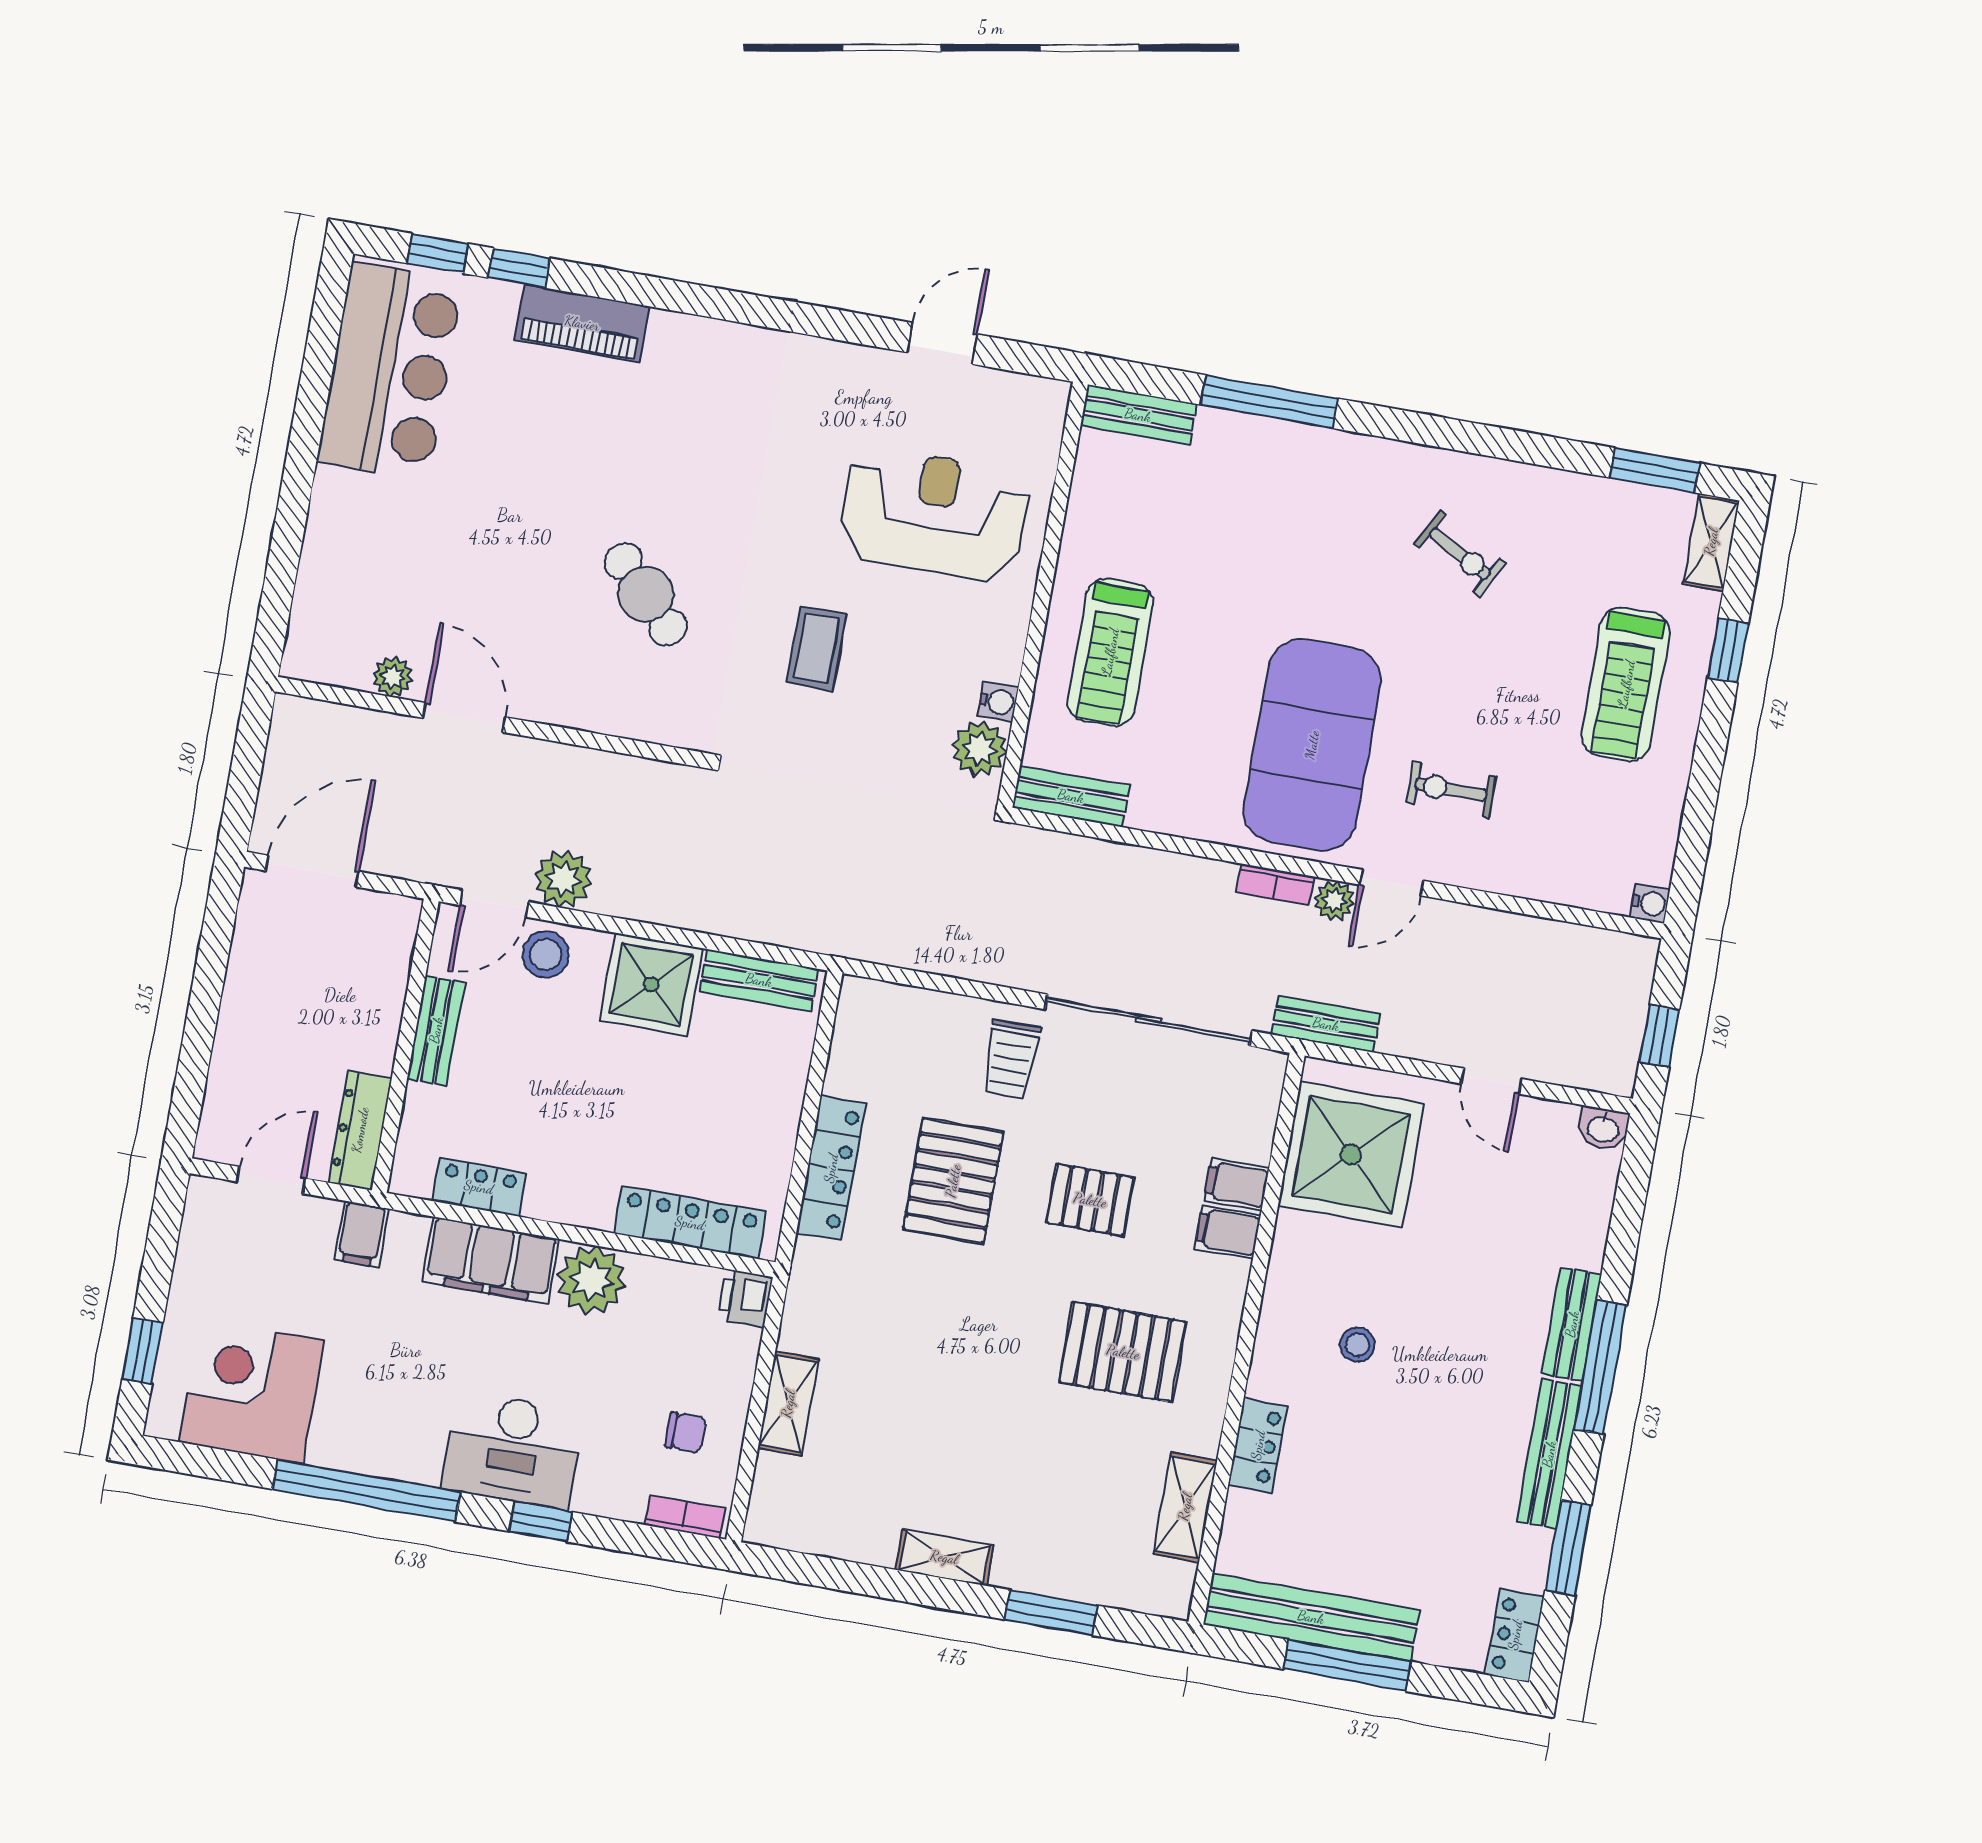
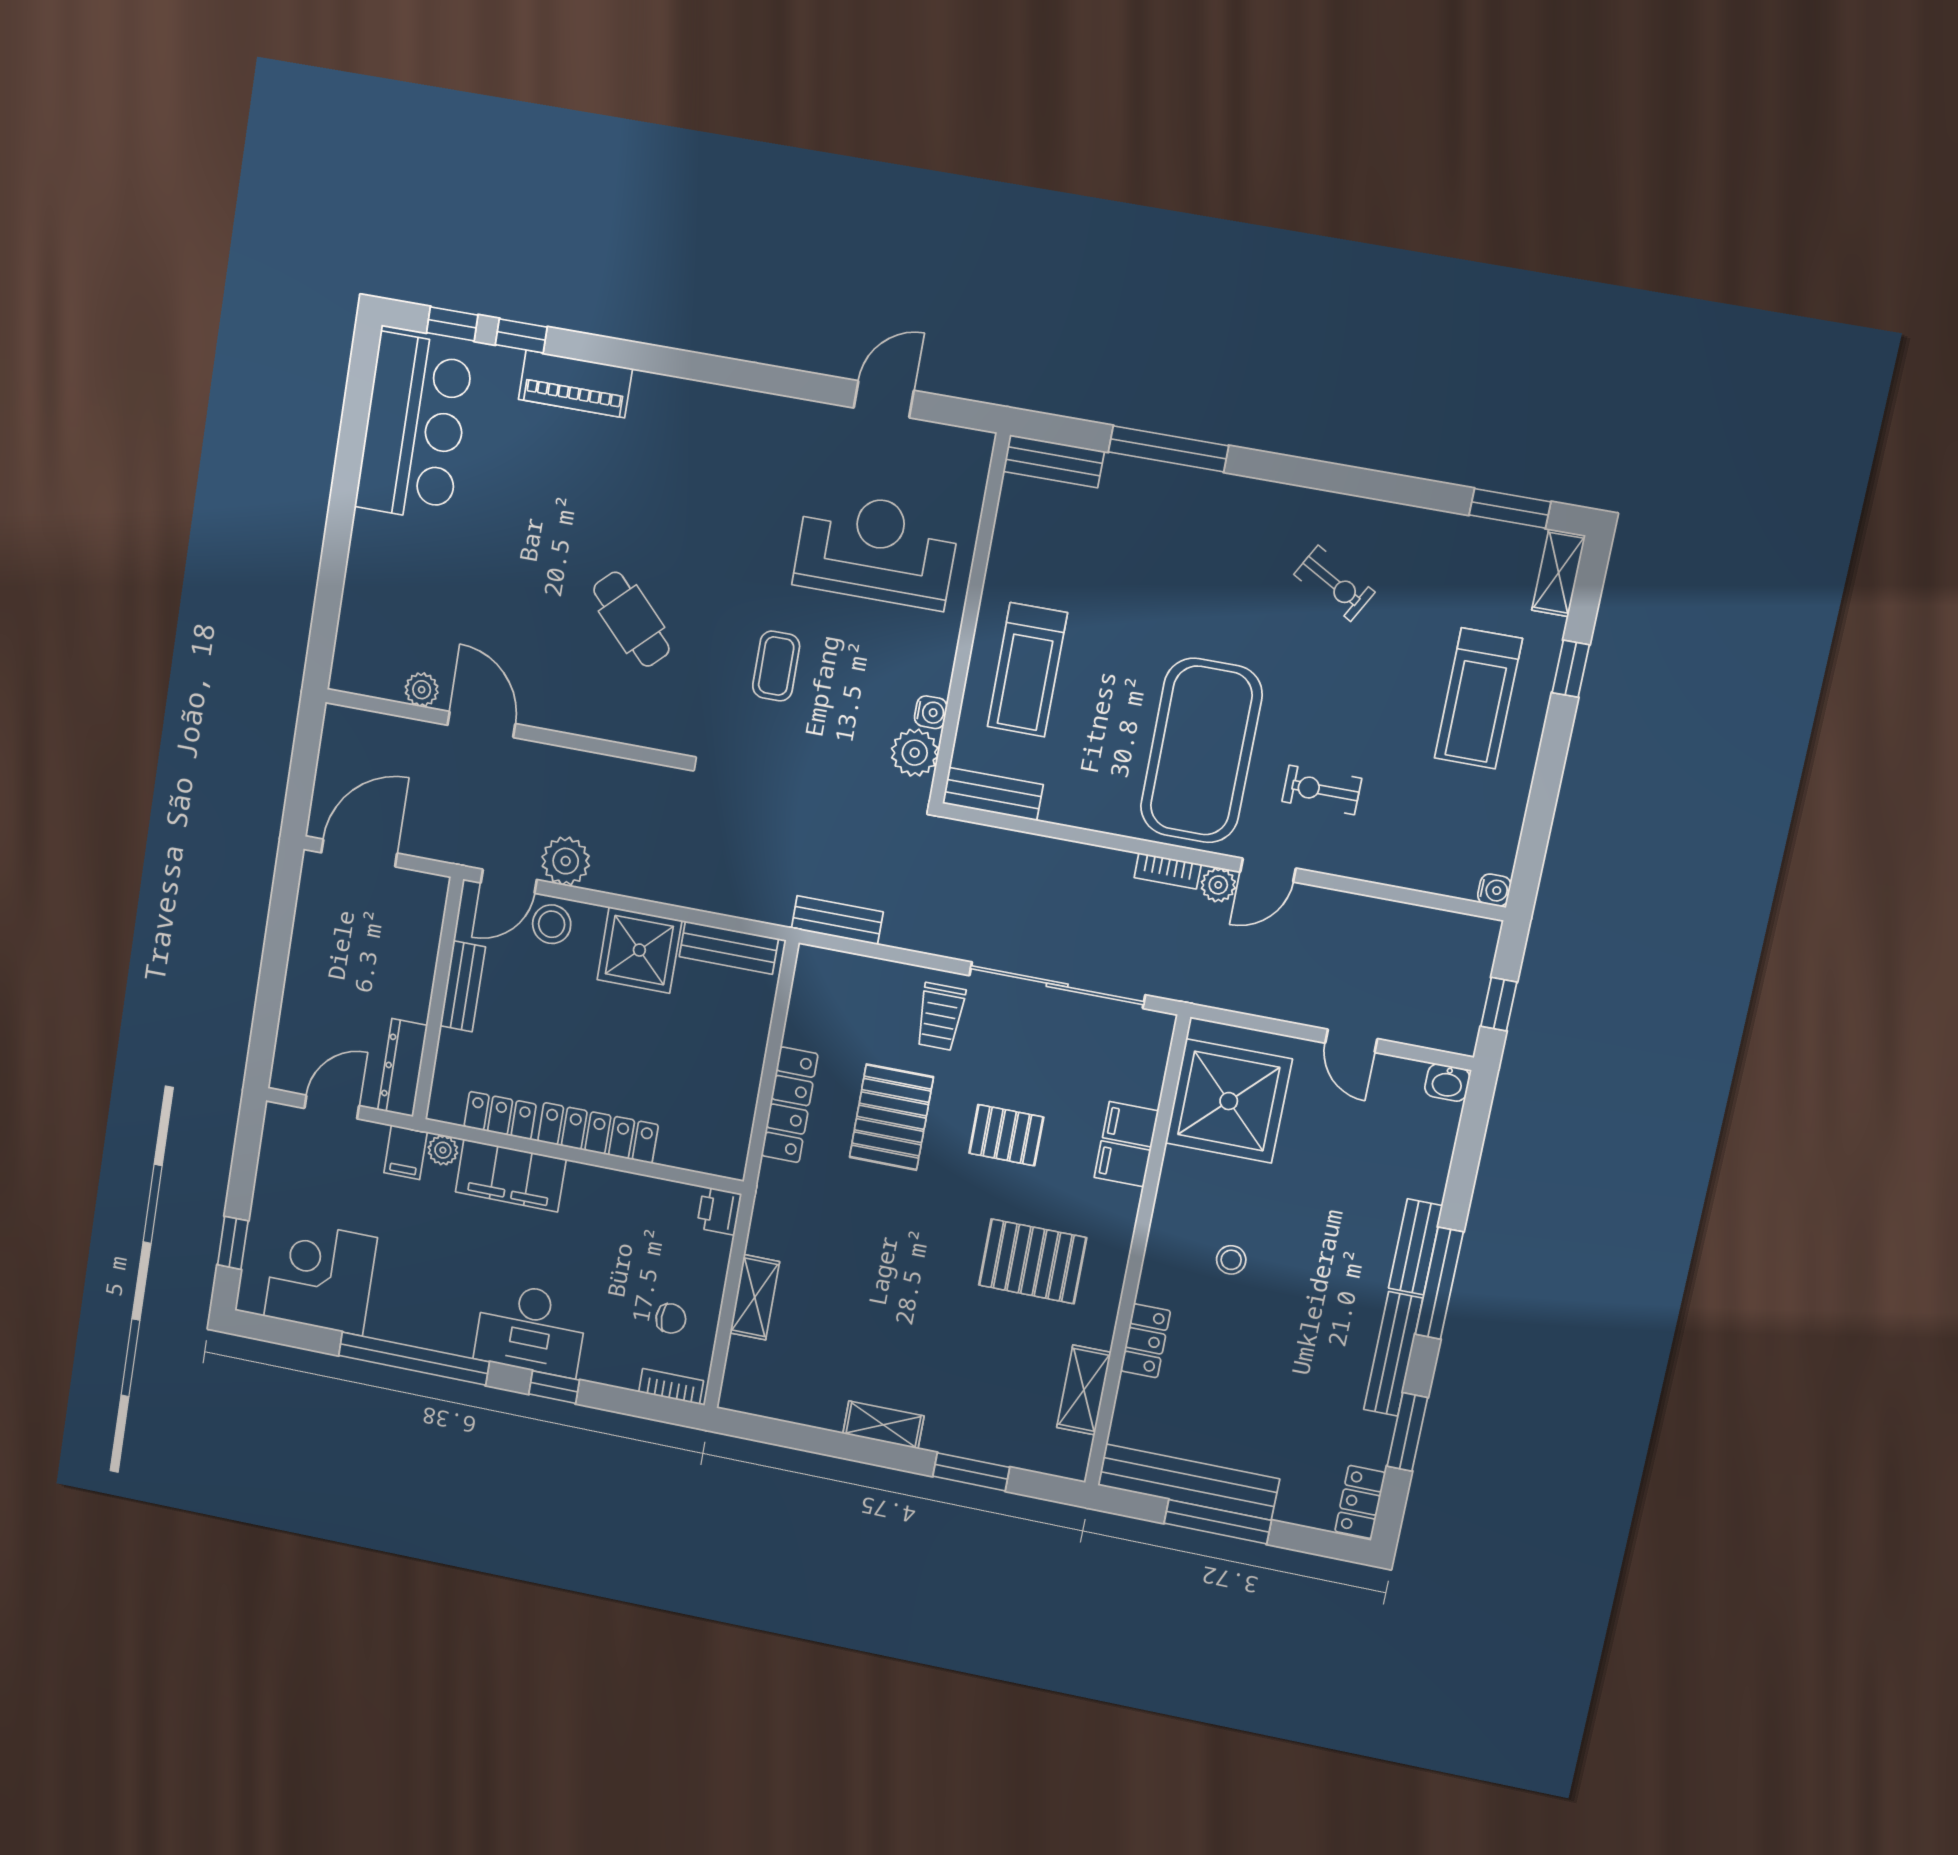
bench: (1326, 1024) -> (837, 920), moved
locker: (690, 1223) -> (598, 1133), moved
plant: (592, 1280) -> (443, 1150), moved, width x0.53, depth x0.53

